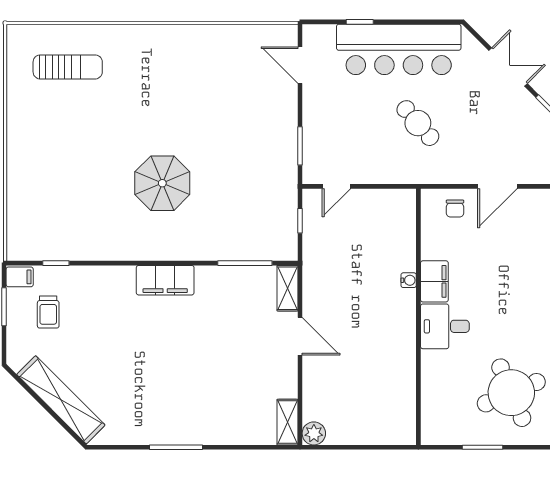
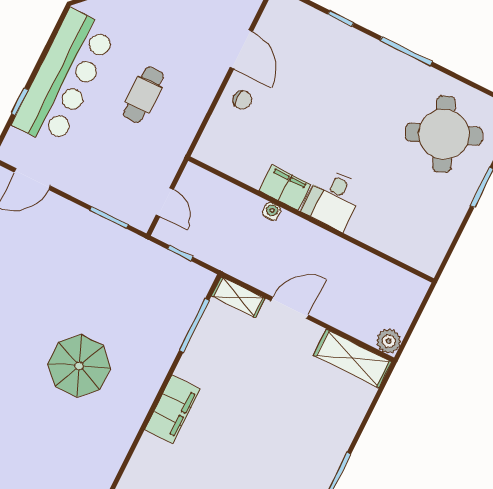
cafe table: (418, 123) -> (143, 95), turned -49
water cooler: (409, 280) -> (272, 211), moved
filing cabinet: (434, 281) -> (285, 188), moved
wall: (418, 317) -> (311, 220), moved
desk: (445, 326) -> (333, 199), moved
shelving: (287, 422) -> (353, 358), width x1.50, depth x1.33

